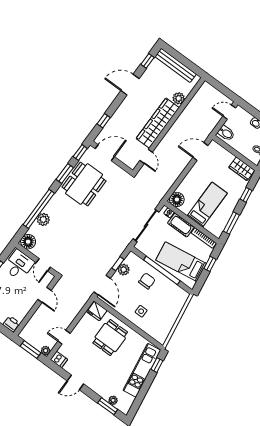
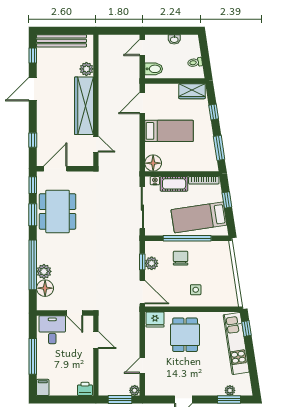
bed: (207, 204) -> (169, 131), moved, turned 90
floor lamp: (28, 242) -> (45, 288), moved
dishwasher: (59, 359) -> (153, 389), removed

